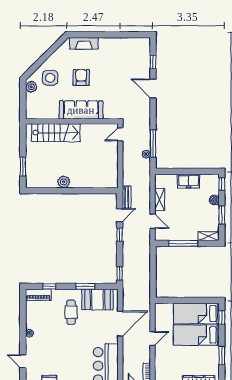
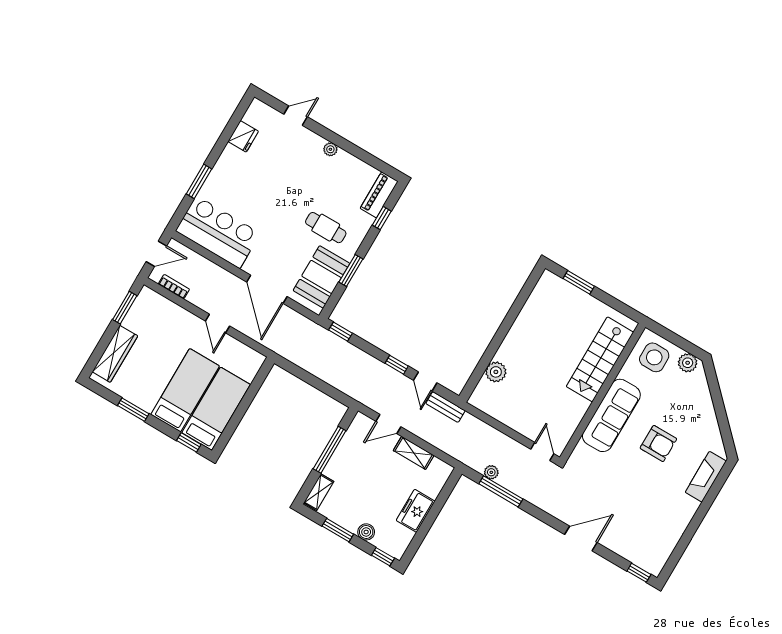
window: (153, 62) -> (639, 573), moved
side table: (50, 78) -> (654, 357), moved
plant: (64, 182) -> (496, 372), moved

